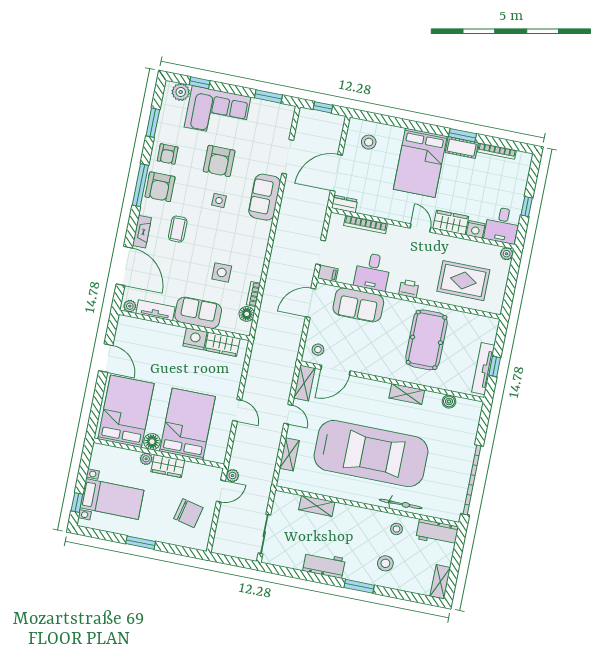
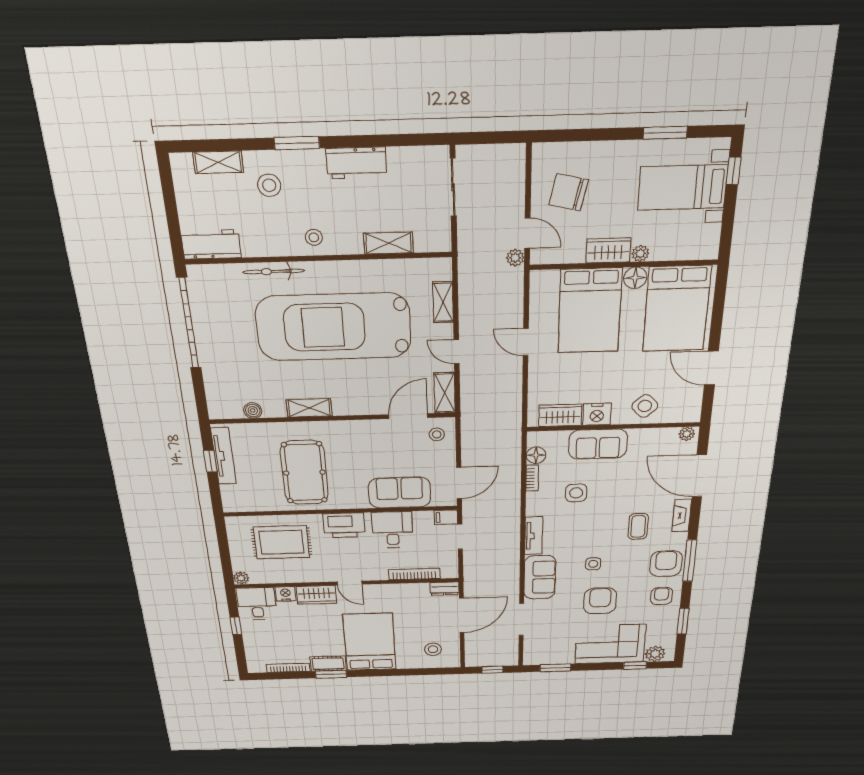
printer: (409, 289) -> (344, 525), width x1.87, depth x1.48
tv unit: (155, 310) -> (534, 536), moved, turned -90
side table: (158, 338) -> (645, 406), added
door: (221, 491) -> (527, 233), swing flipped
stool: (396, 529) -> (314, 237), moved
window: (141, 543) -> (665, 133), moved
shelving: (440, 582) -> (218, 162), moved, turned 90

